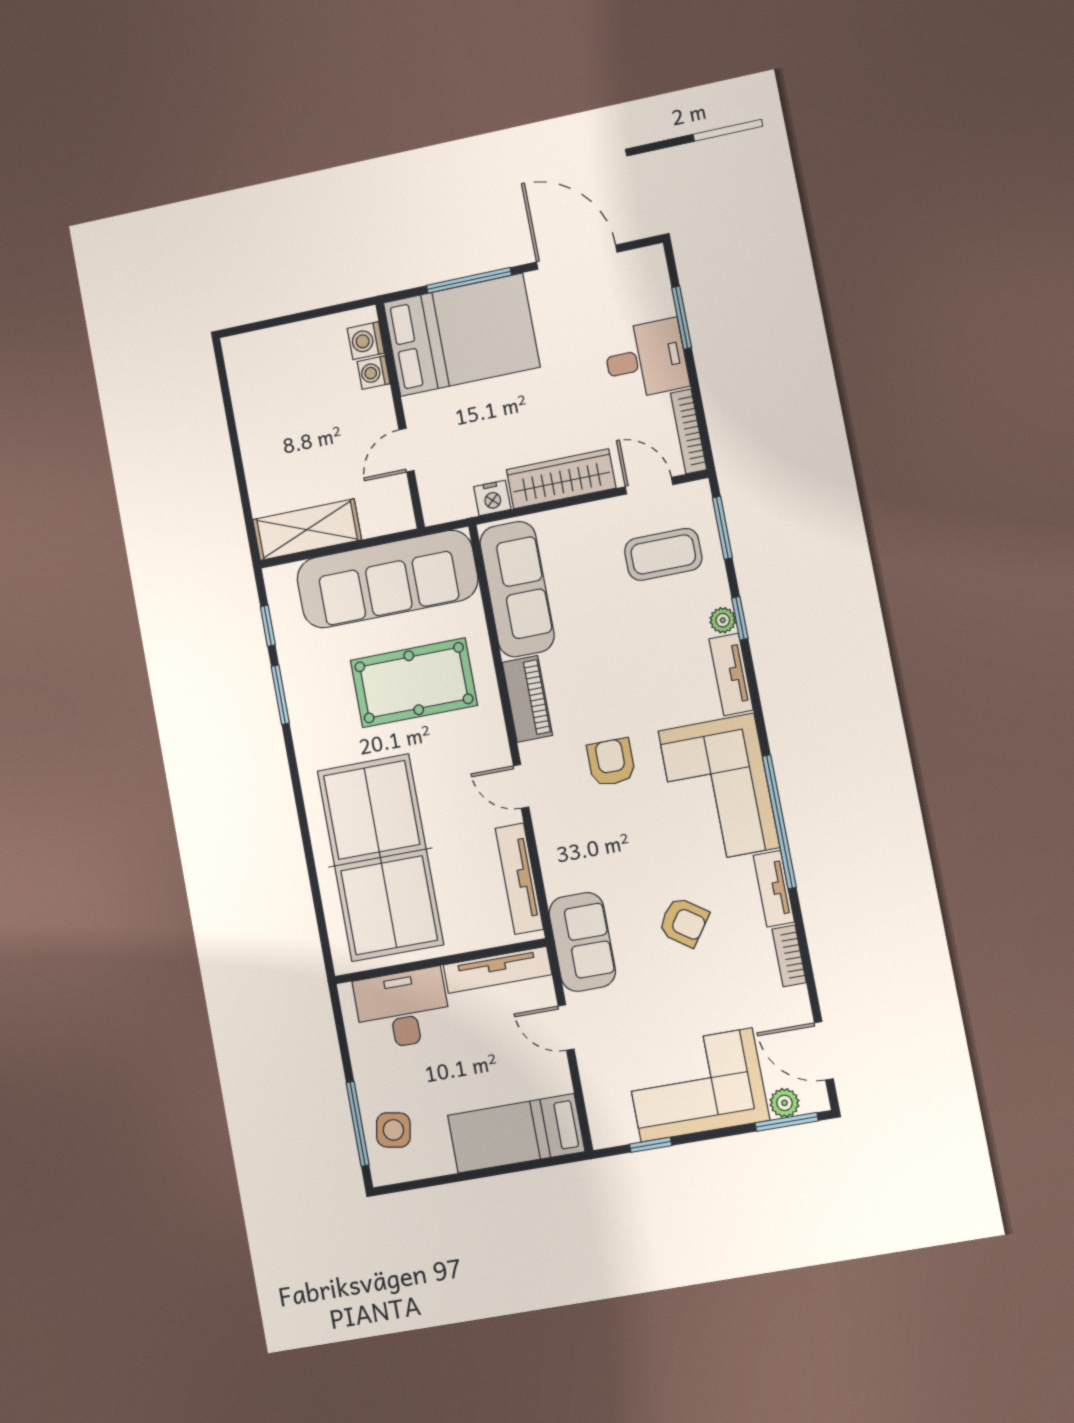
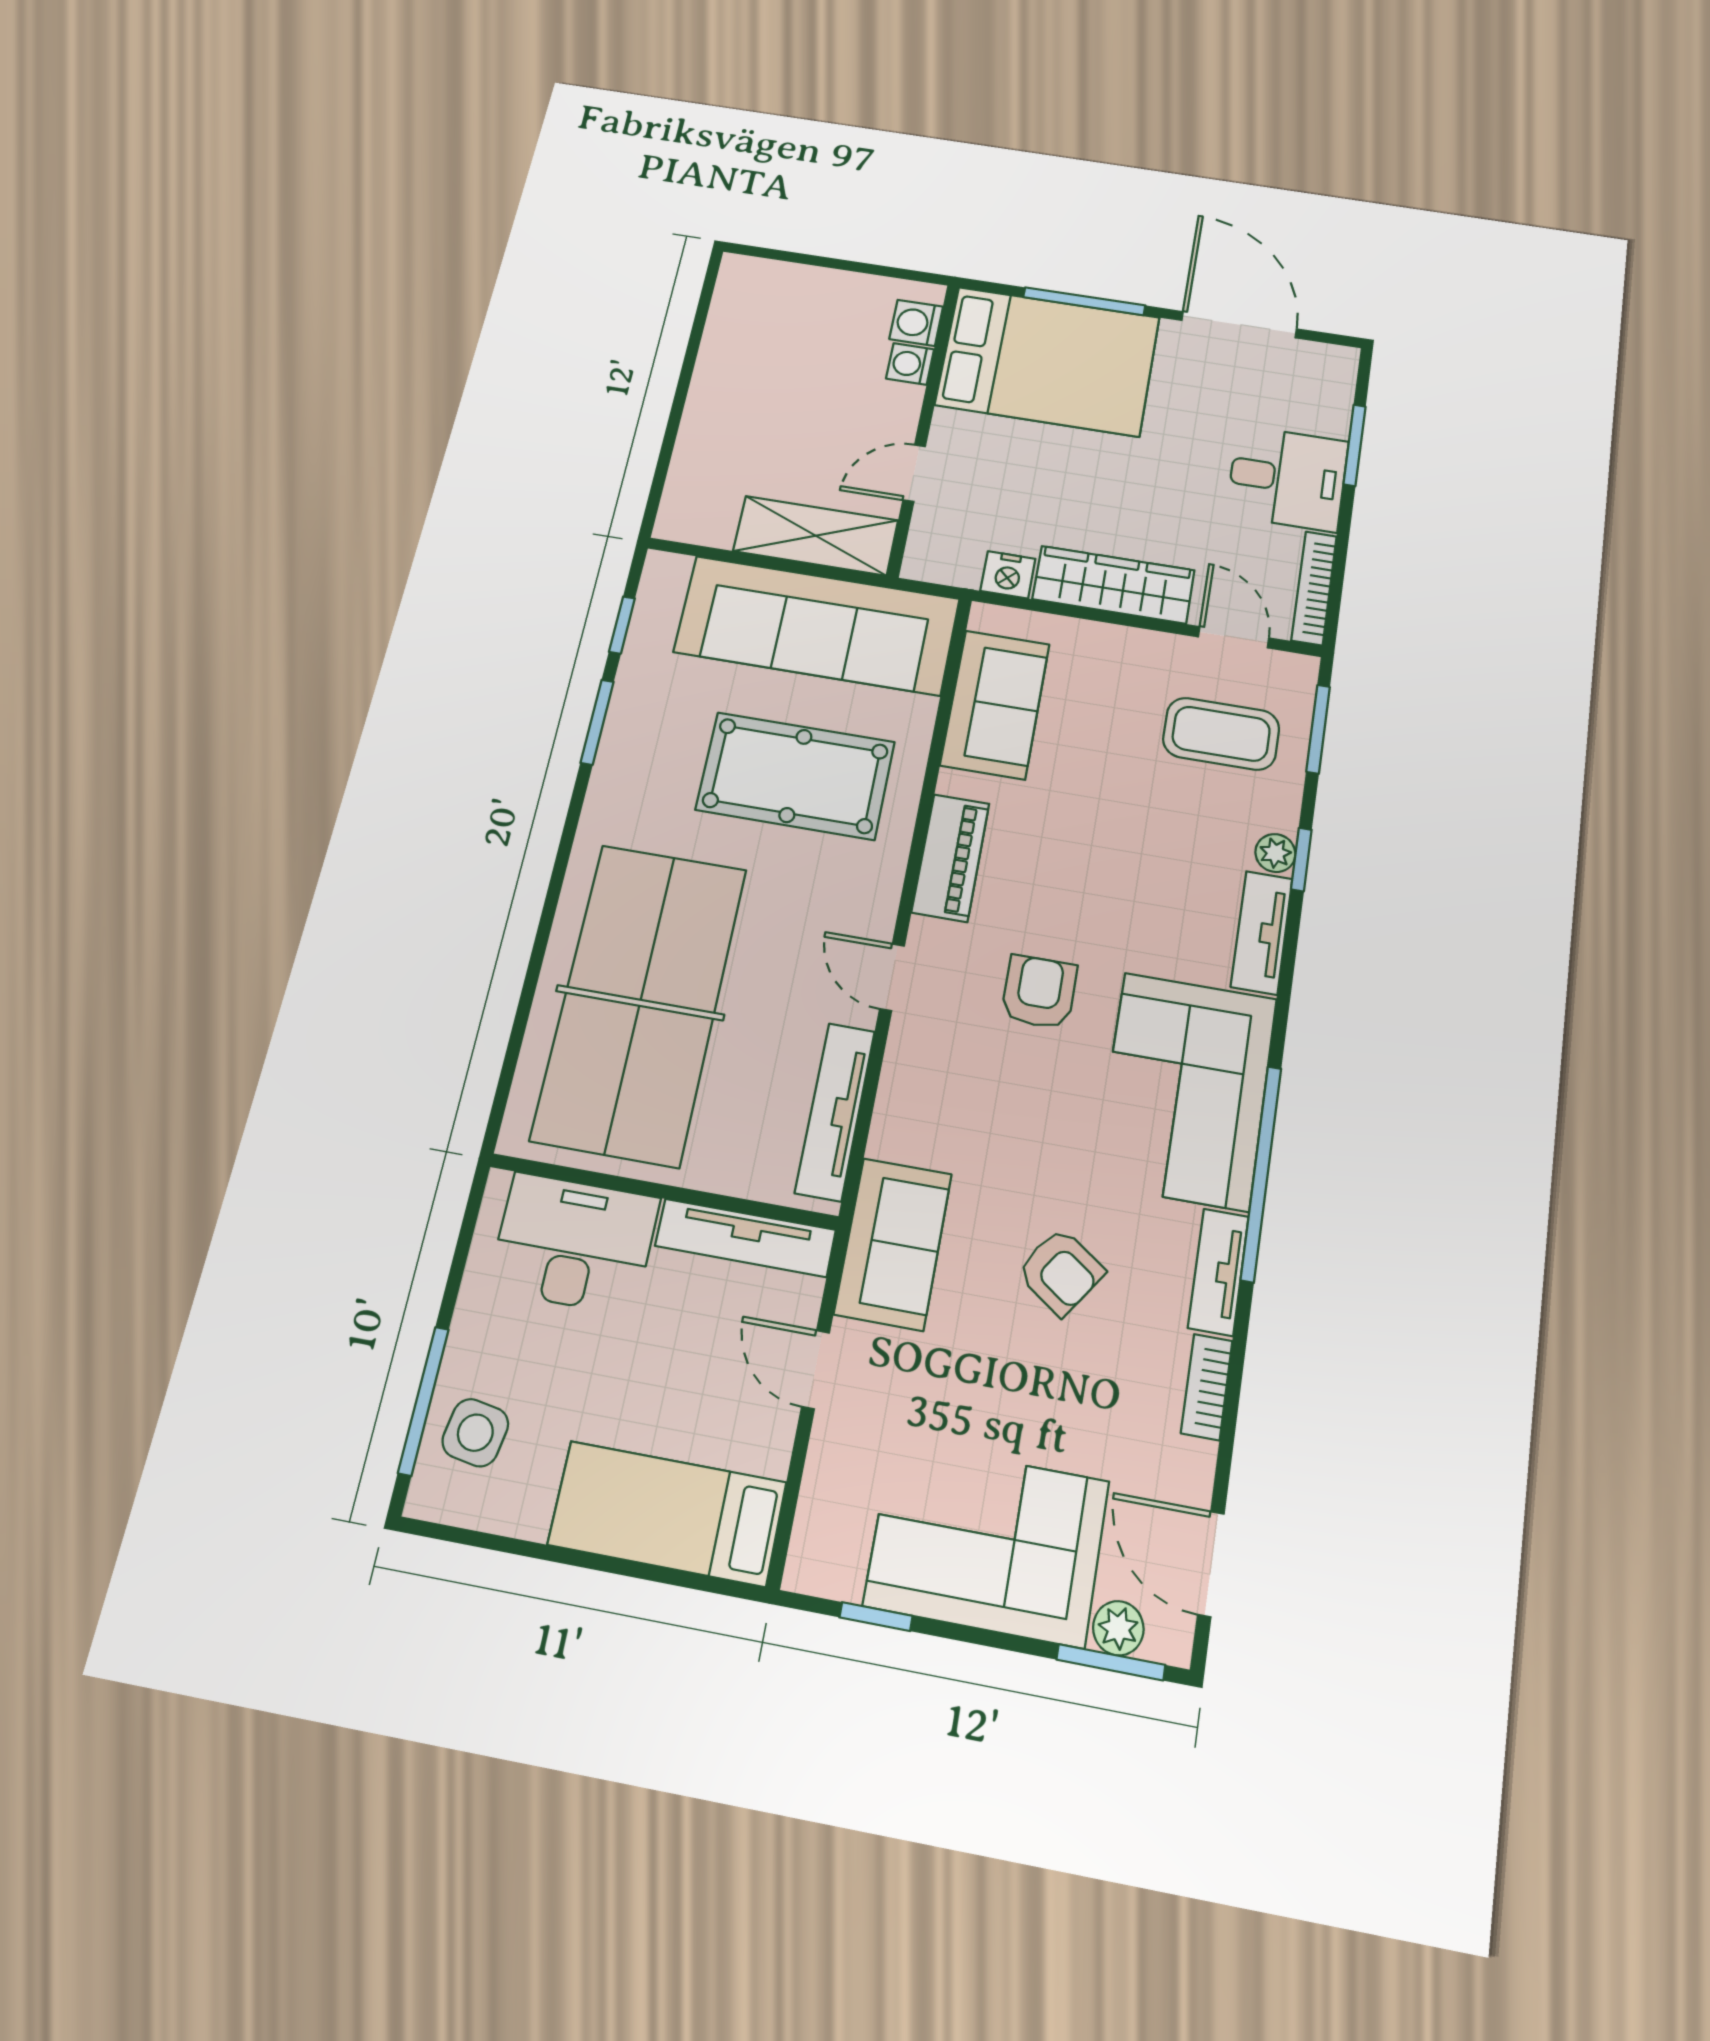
shelving: (307, 530) -> (816, 536), moved
sofa: (517, 589) -> (995, 704), width x0.73

